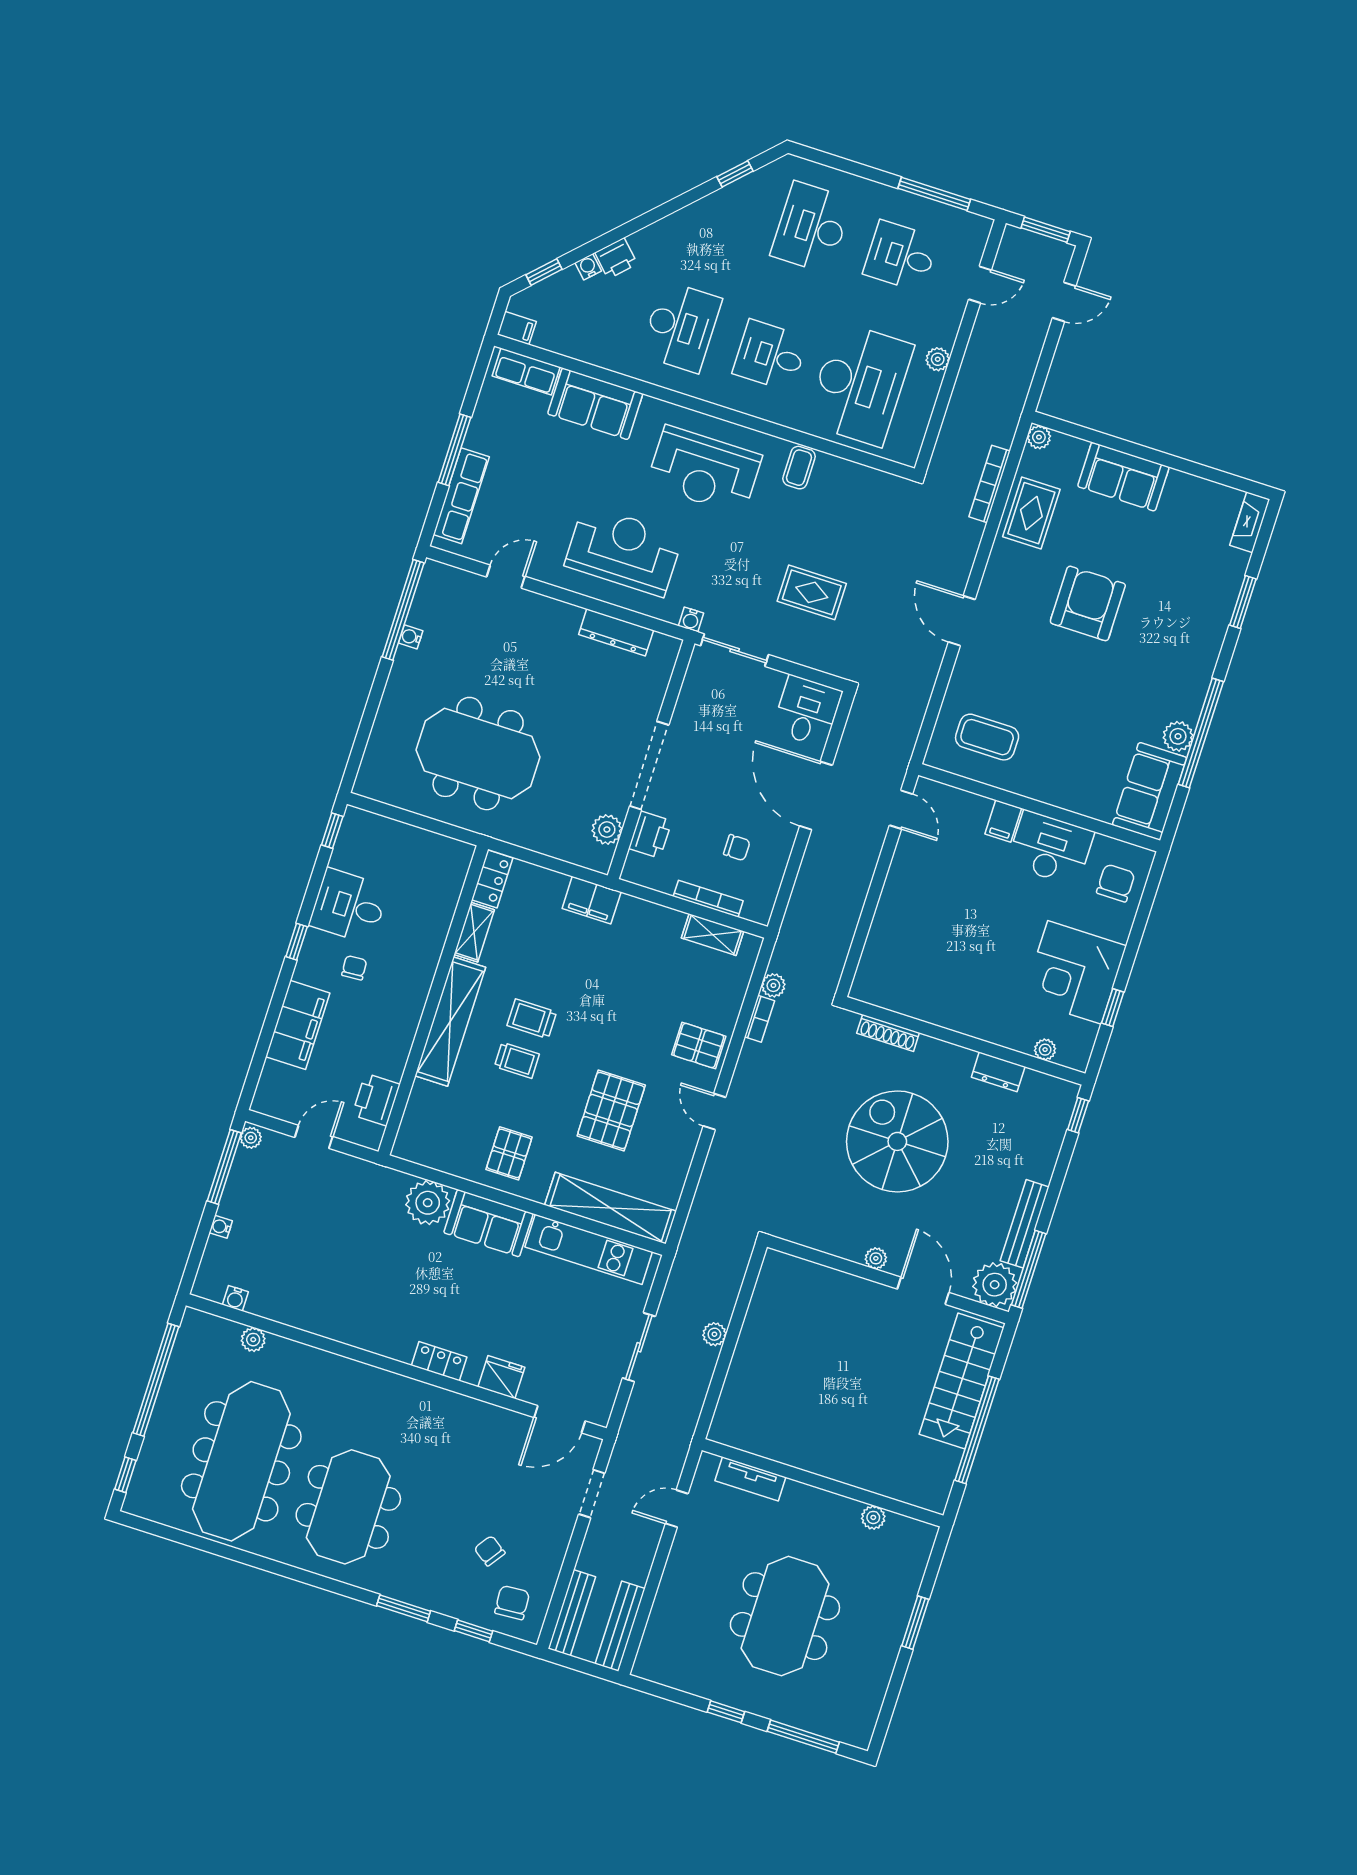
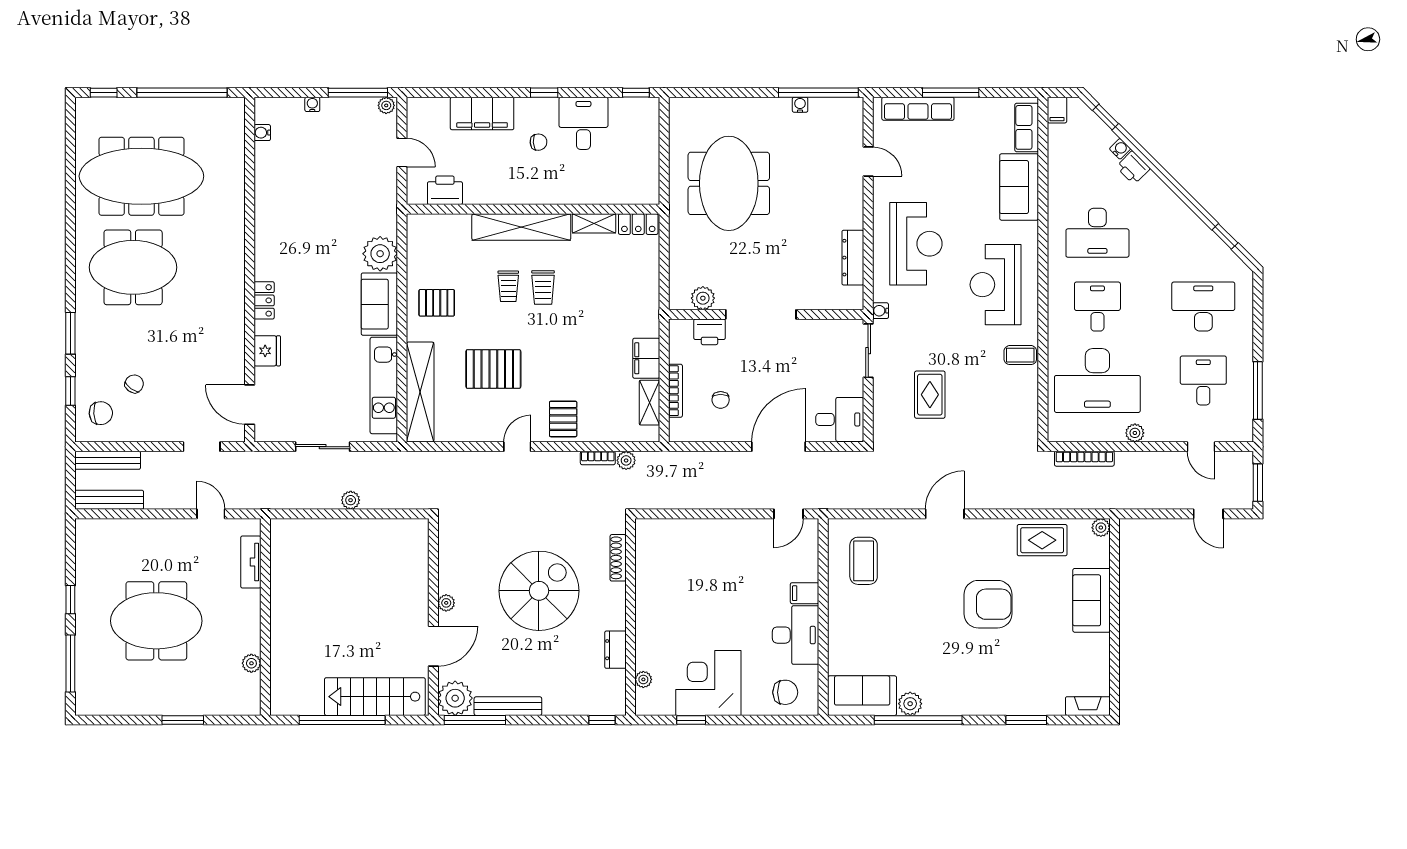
bookcase: (990, 484) -> (1084, 459), moved, turned 180
filing cabinet: (592, 900) -> (646, 358), moved
trolley: (532, 1019) -> (543, 287), turned 180
plant: (253, 1340) -> (236, 156), removed

